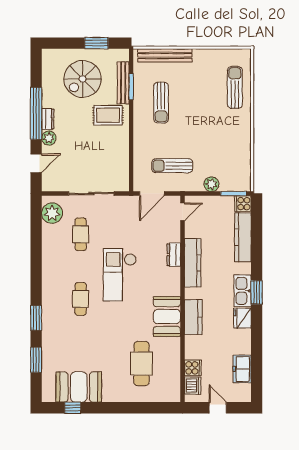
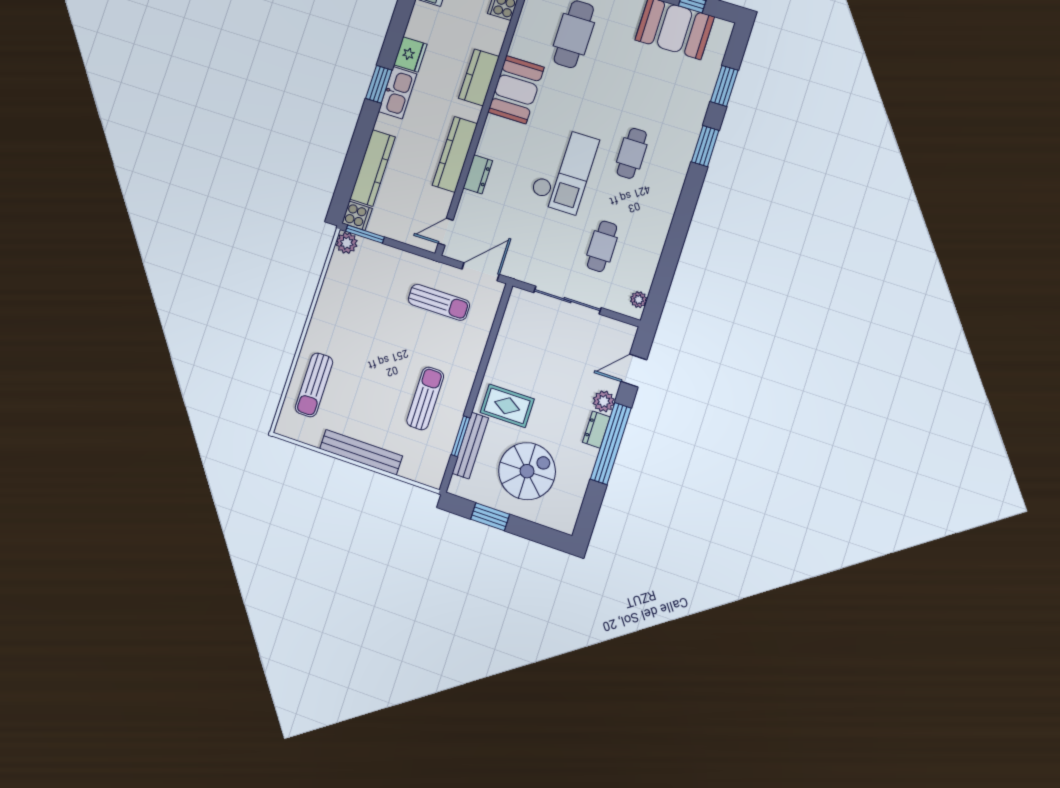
bench: (165, 55) -> (361, 452), moved
plant: (211, 184) -> (347, 243), moved
plant: (52, 213) -> (639, 300), width x0.53, depth x0.53

